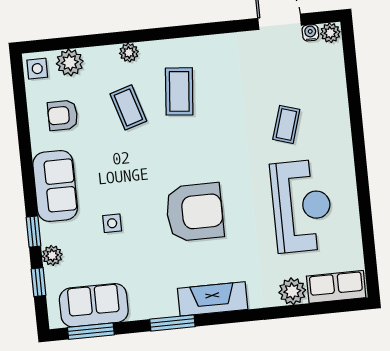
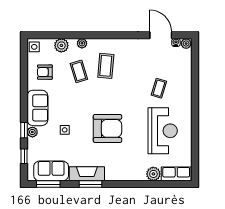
plant: (70, 62) -> (61, 45), moved
plant: (52, 255) -> (32, 132), moved
fireplace: (213, 299) -> (87, 174), moved

